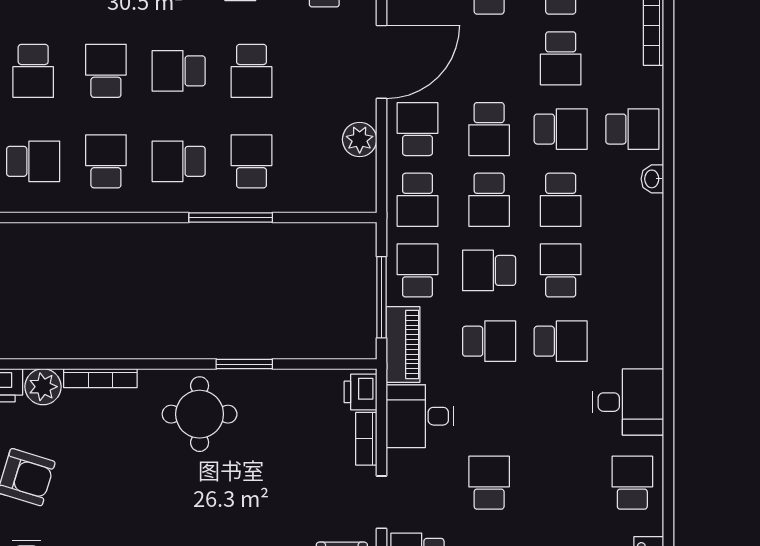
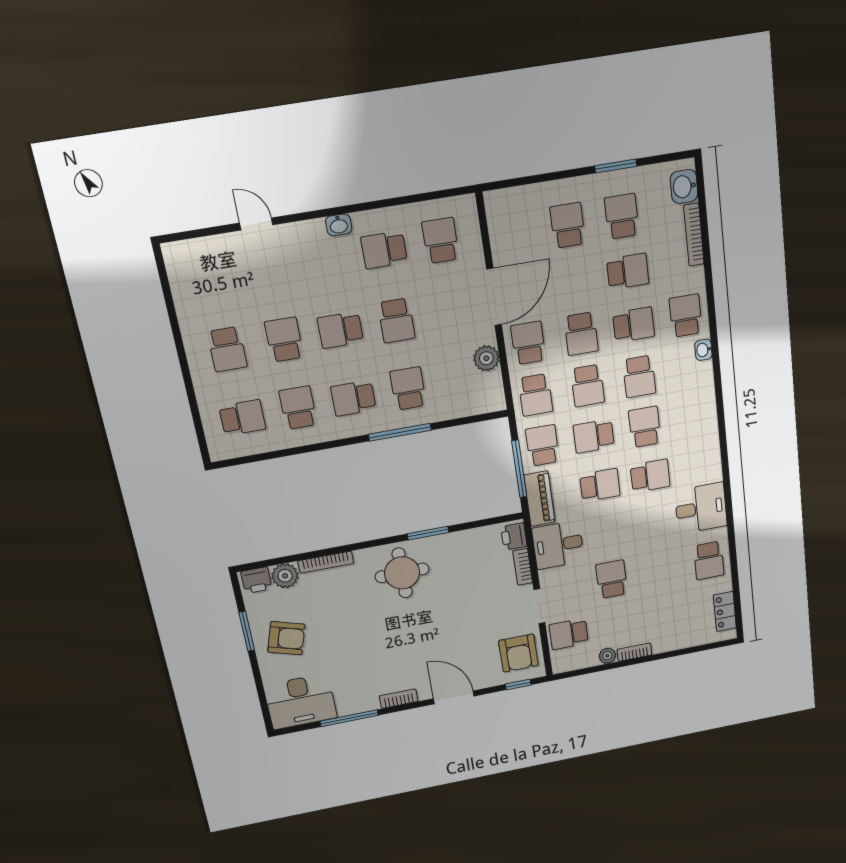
school desk: (561, 58) -> (628, 271), turned -90
school desk: (632, 129) -> (686, 316), turned -90
school desk: (632, 483) -> (709, 561), turned 180

